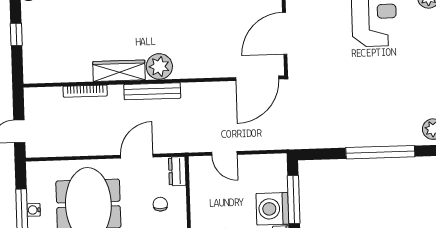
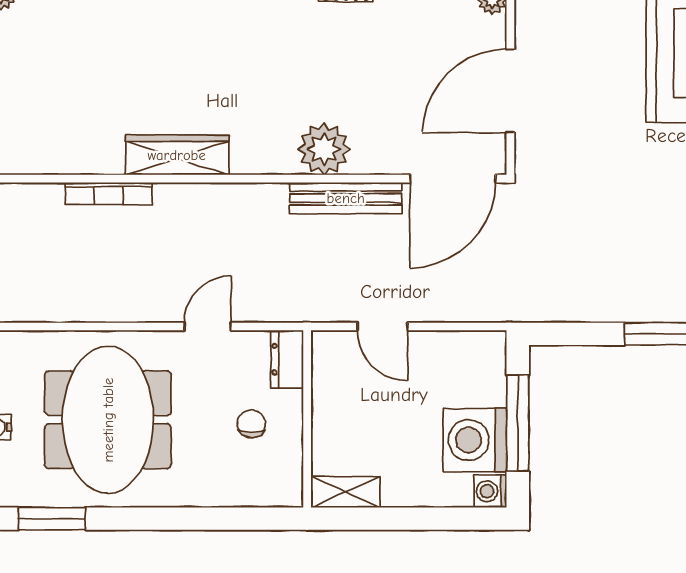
plant: (159, 66) -> (324, 149), moved
bench: (152, 91) -> (346, 198), moved
door: (137, 156) -> (208, 326), width x0.73

